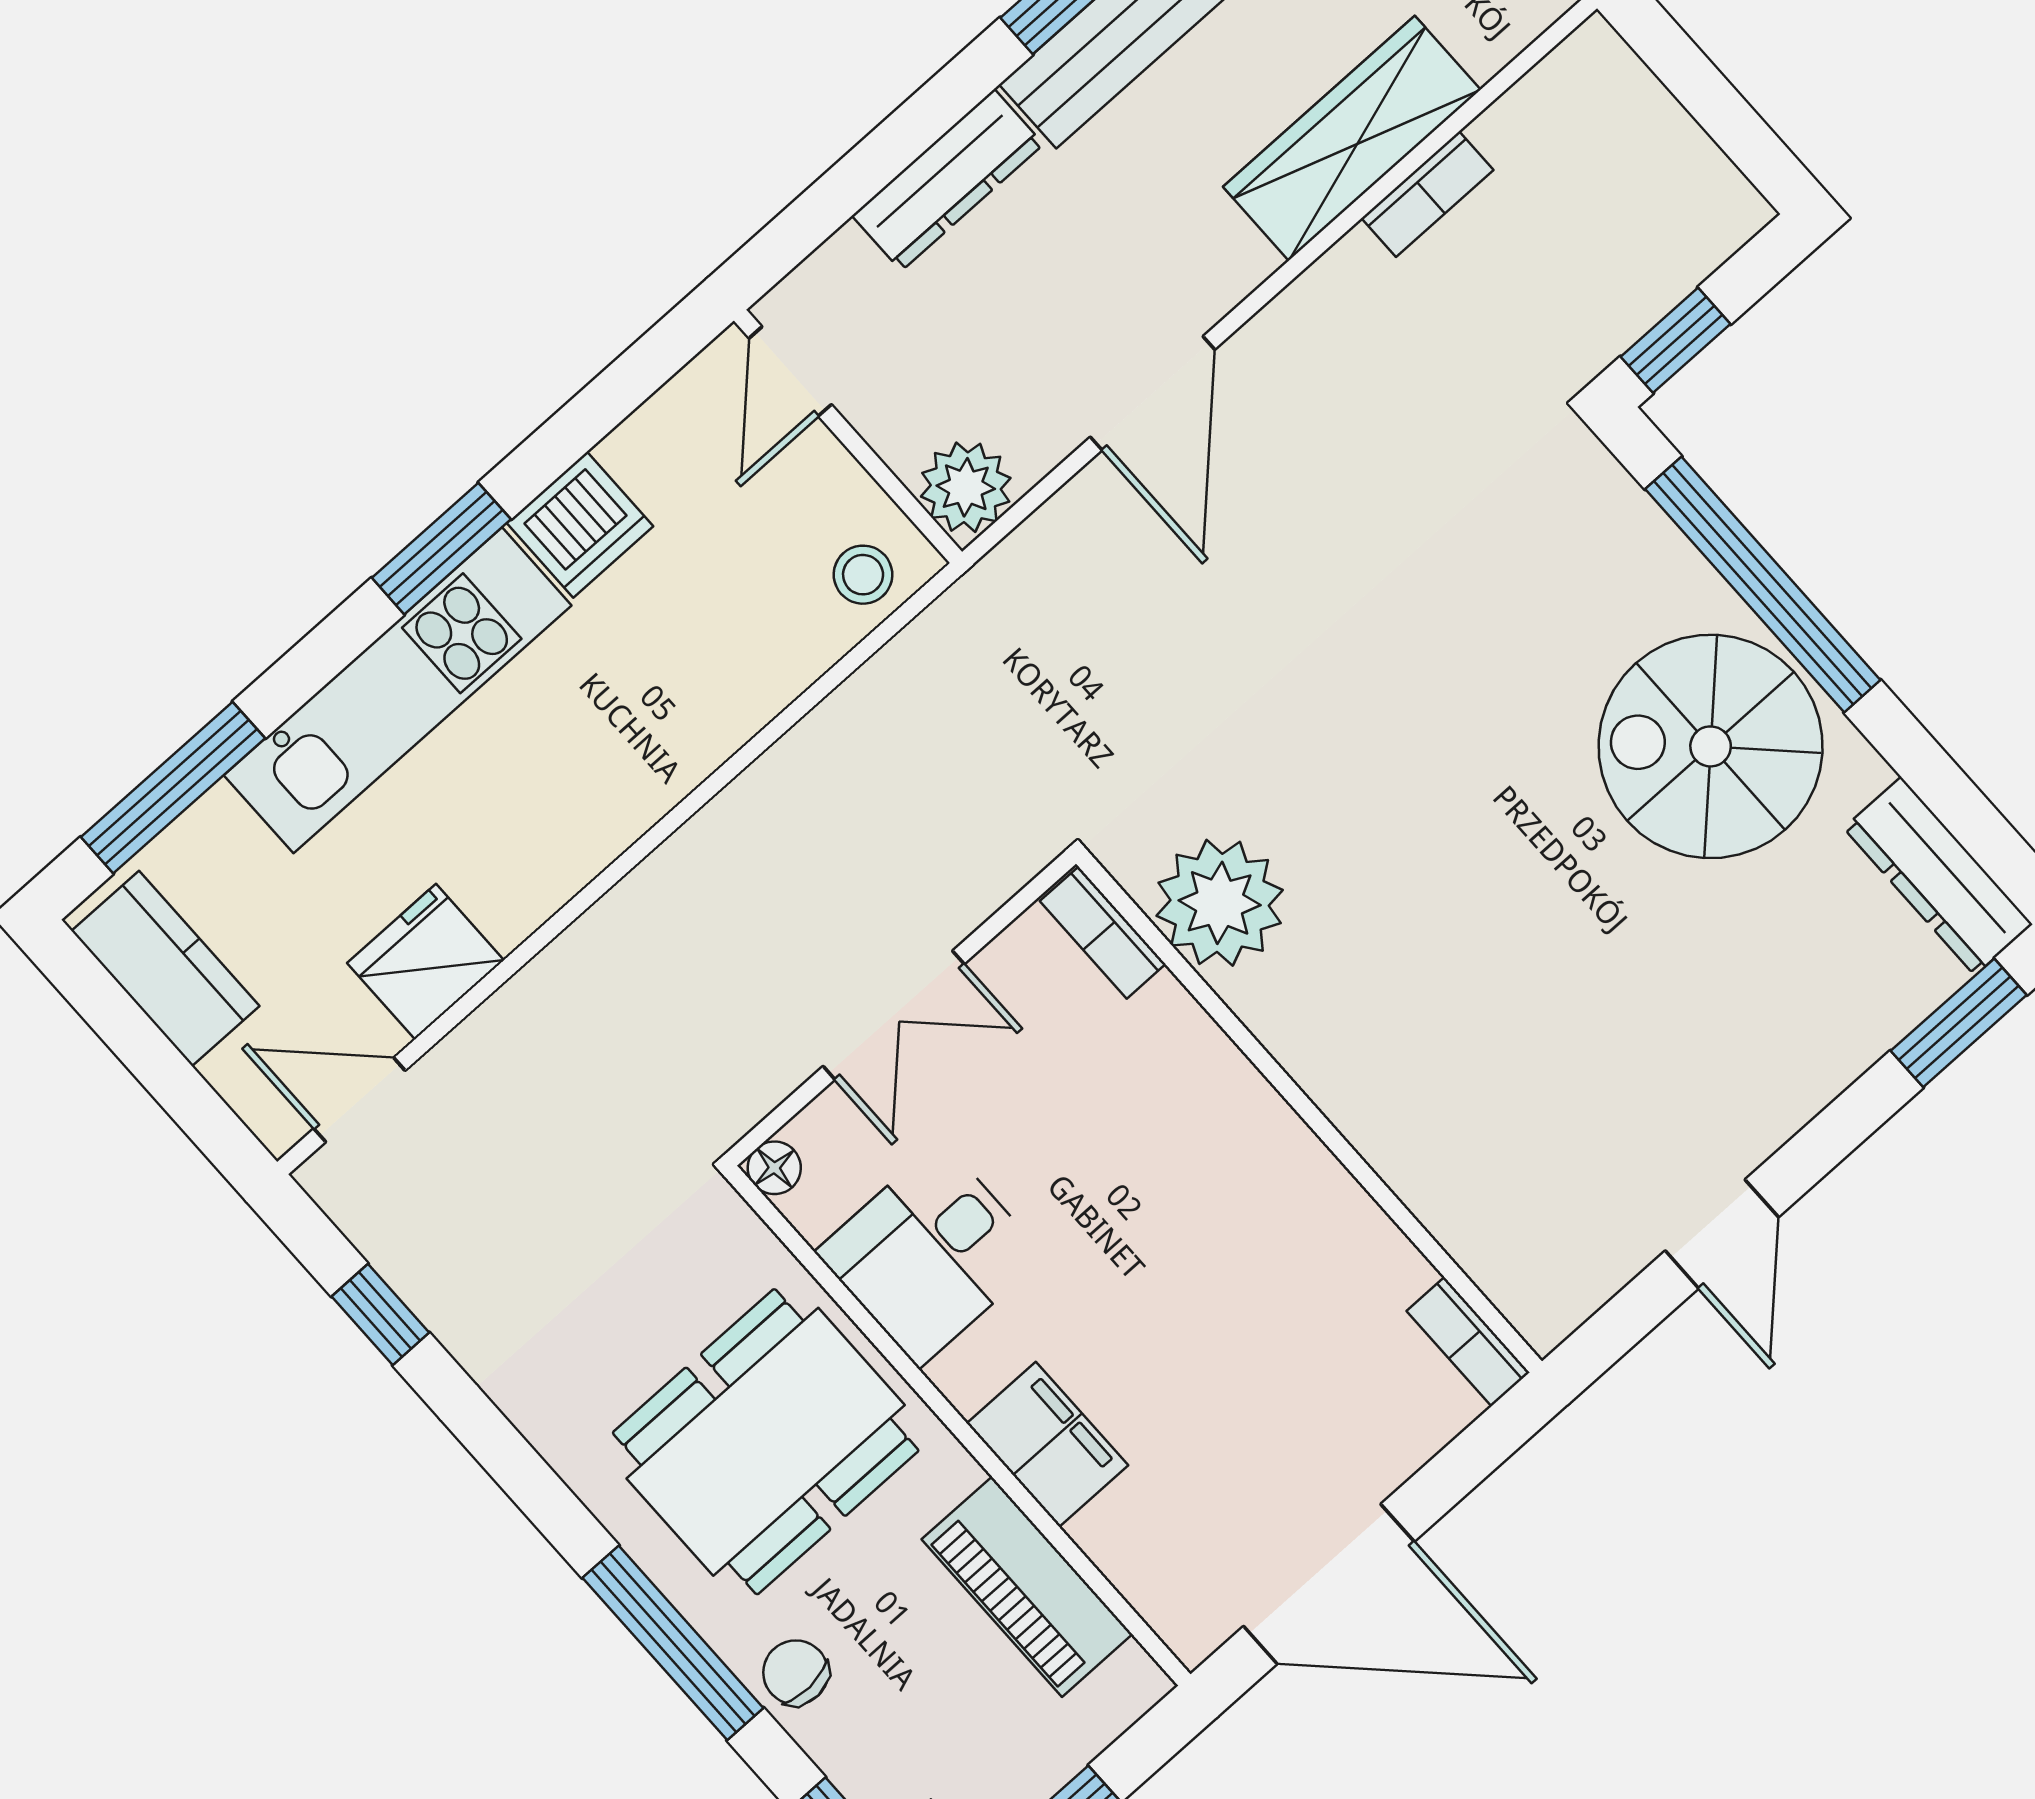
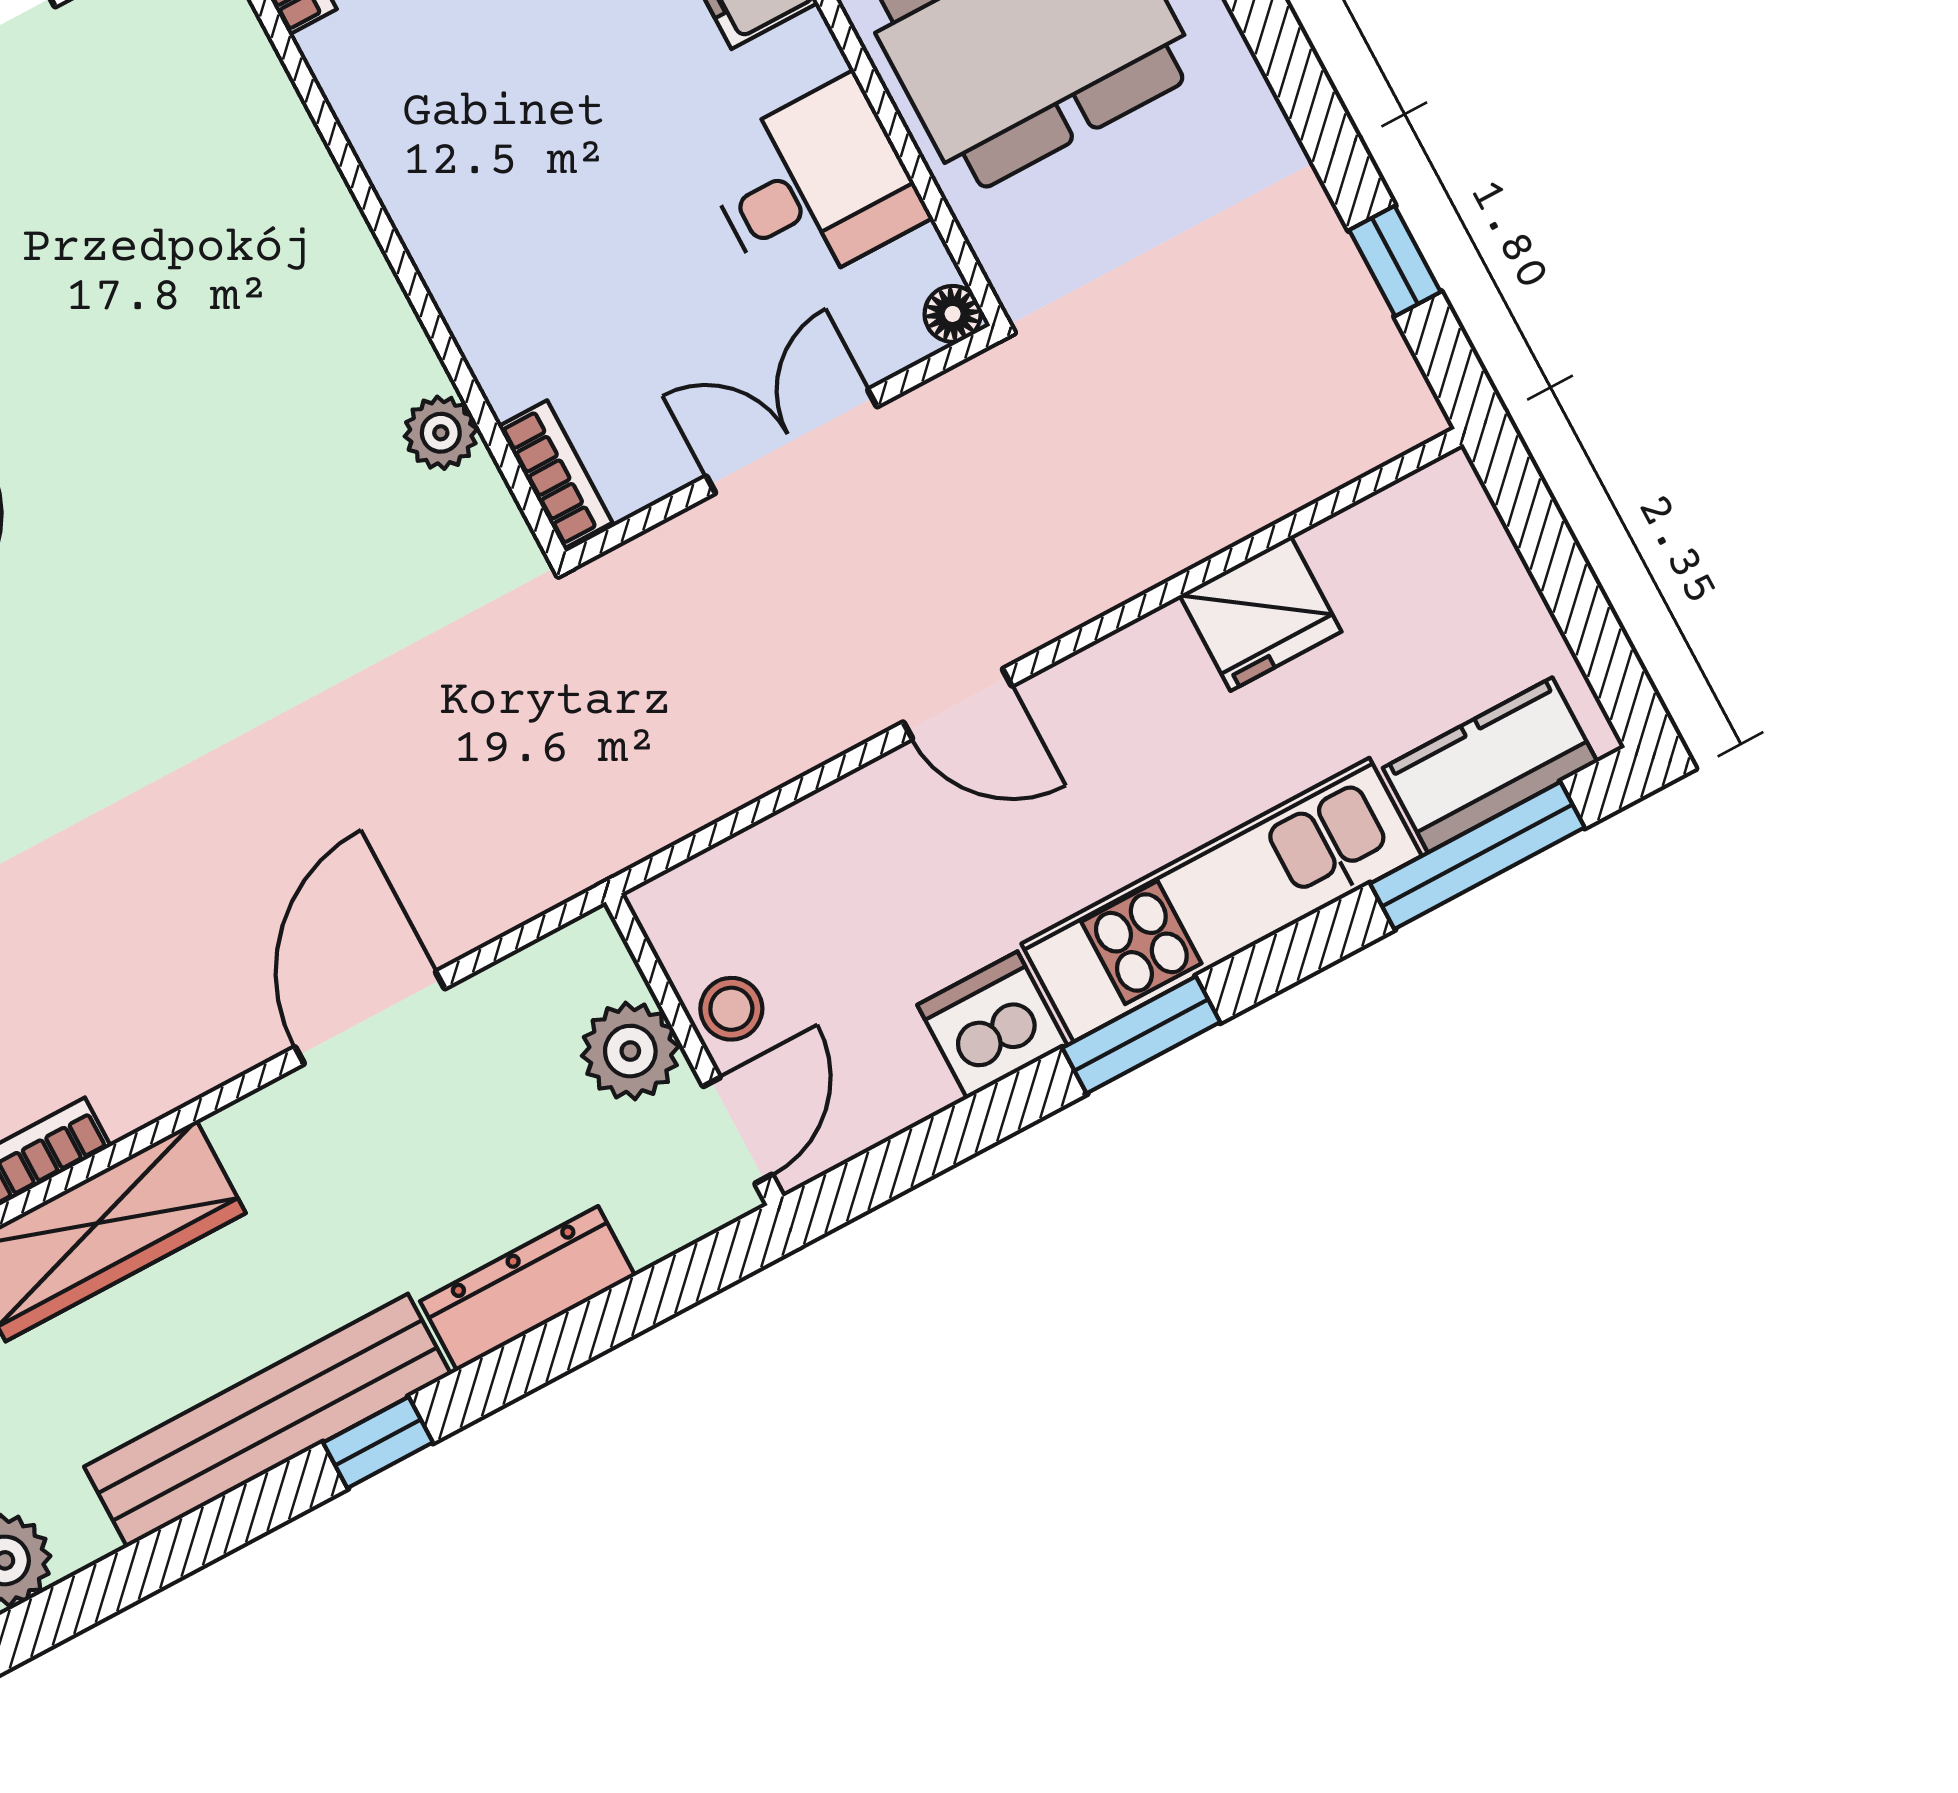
plant: (966, 487) -> (630, 1051), moved
stool: (863, 575) -> (731, 1009), moved
plant: (1220, 903) -> (441, 433), width x0.53, depth x0.53
kitchen counter: (165, 968) -> (1490, 765), moved, turned 90
door: (360, 1100) -> (958, 704), moved

